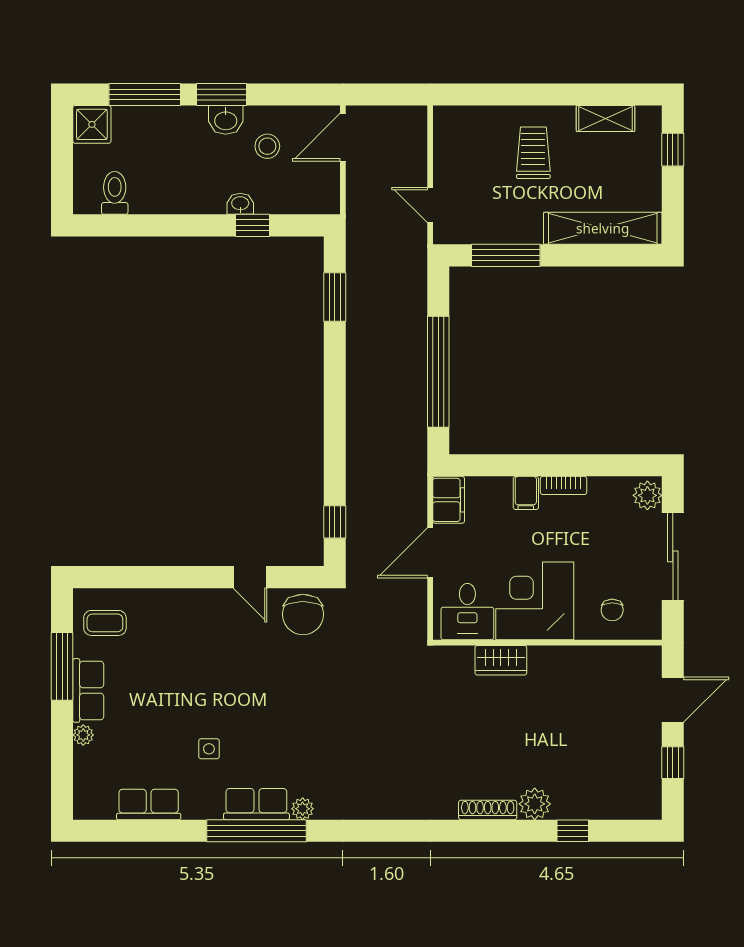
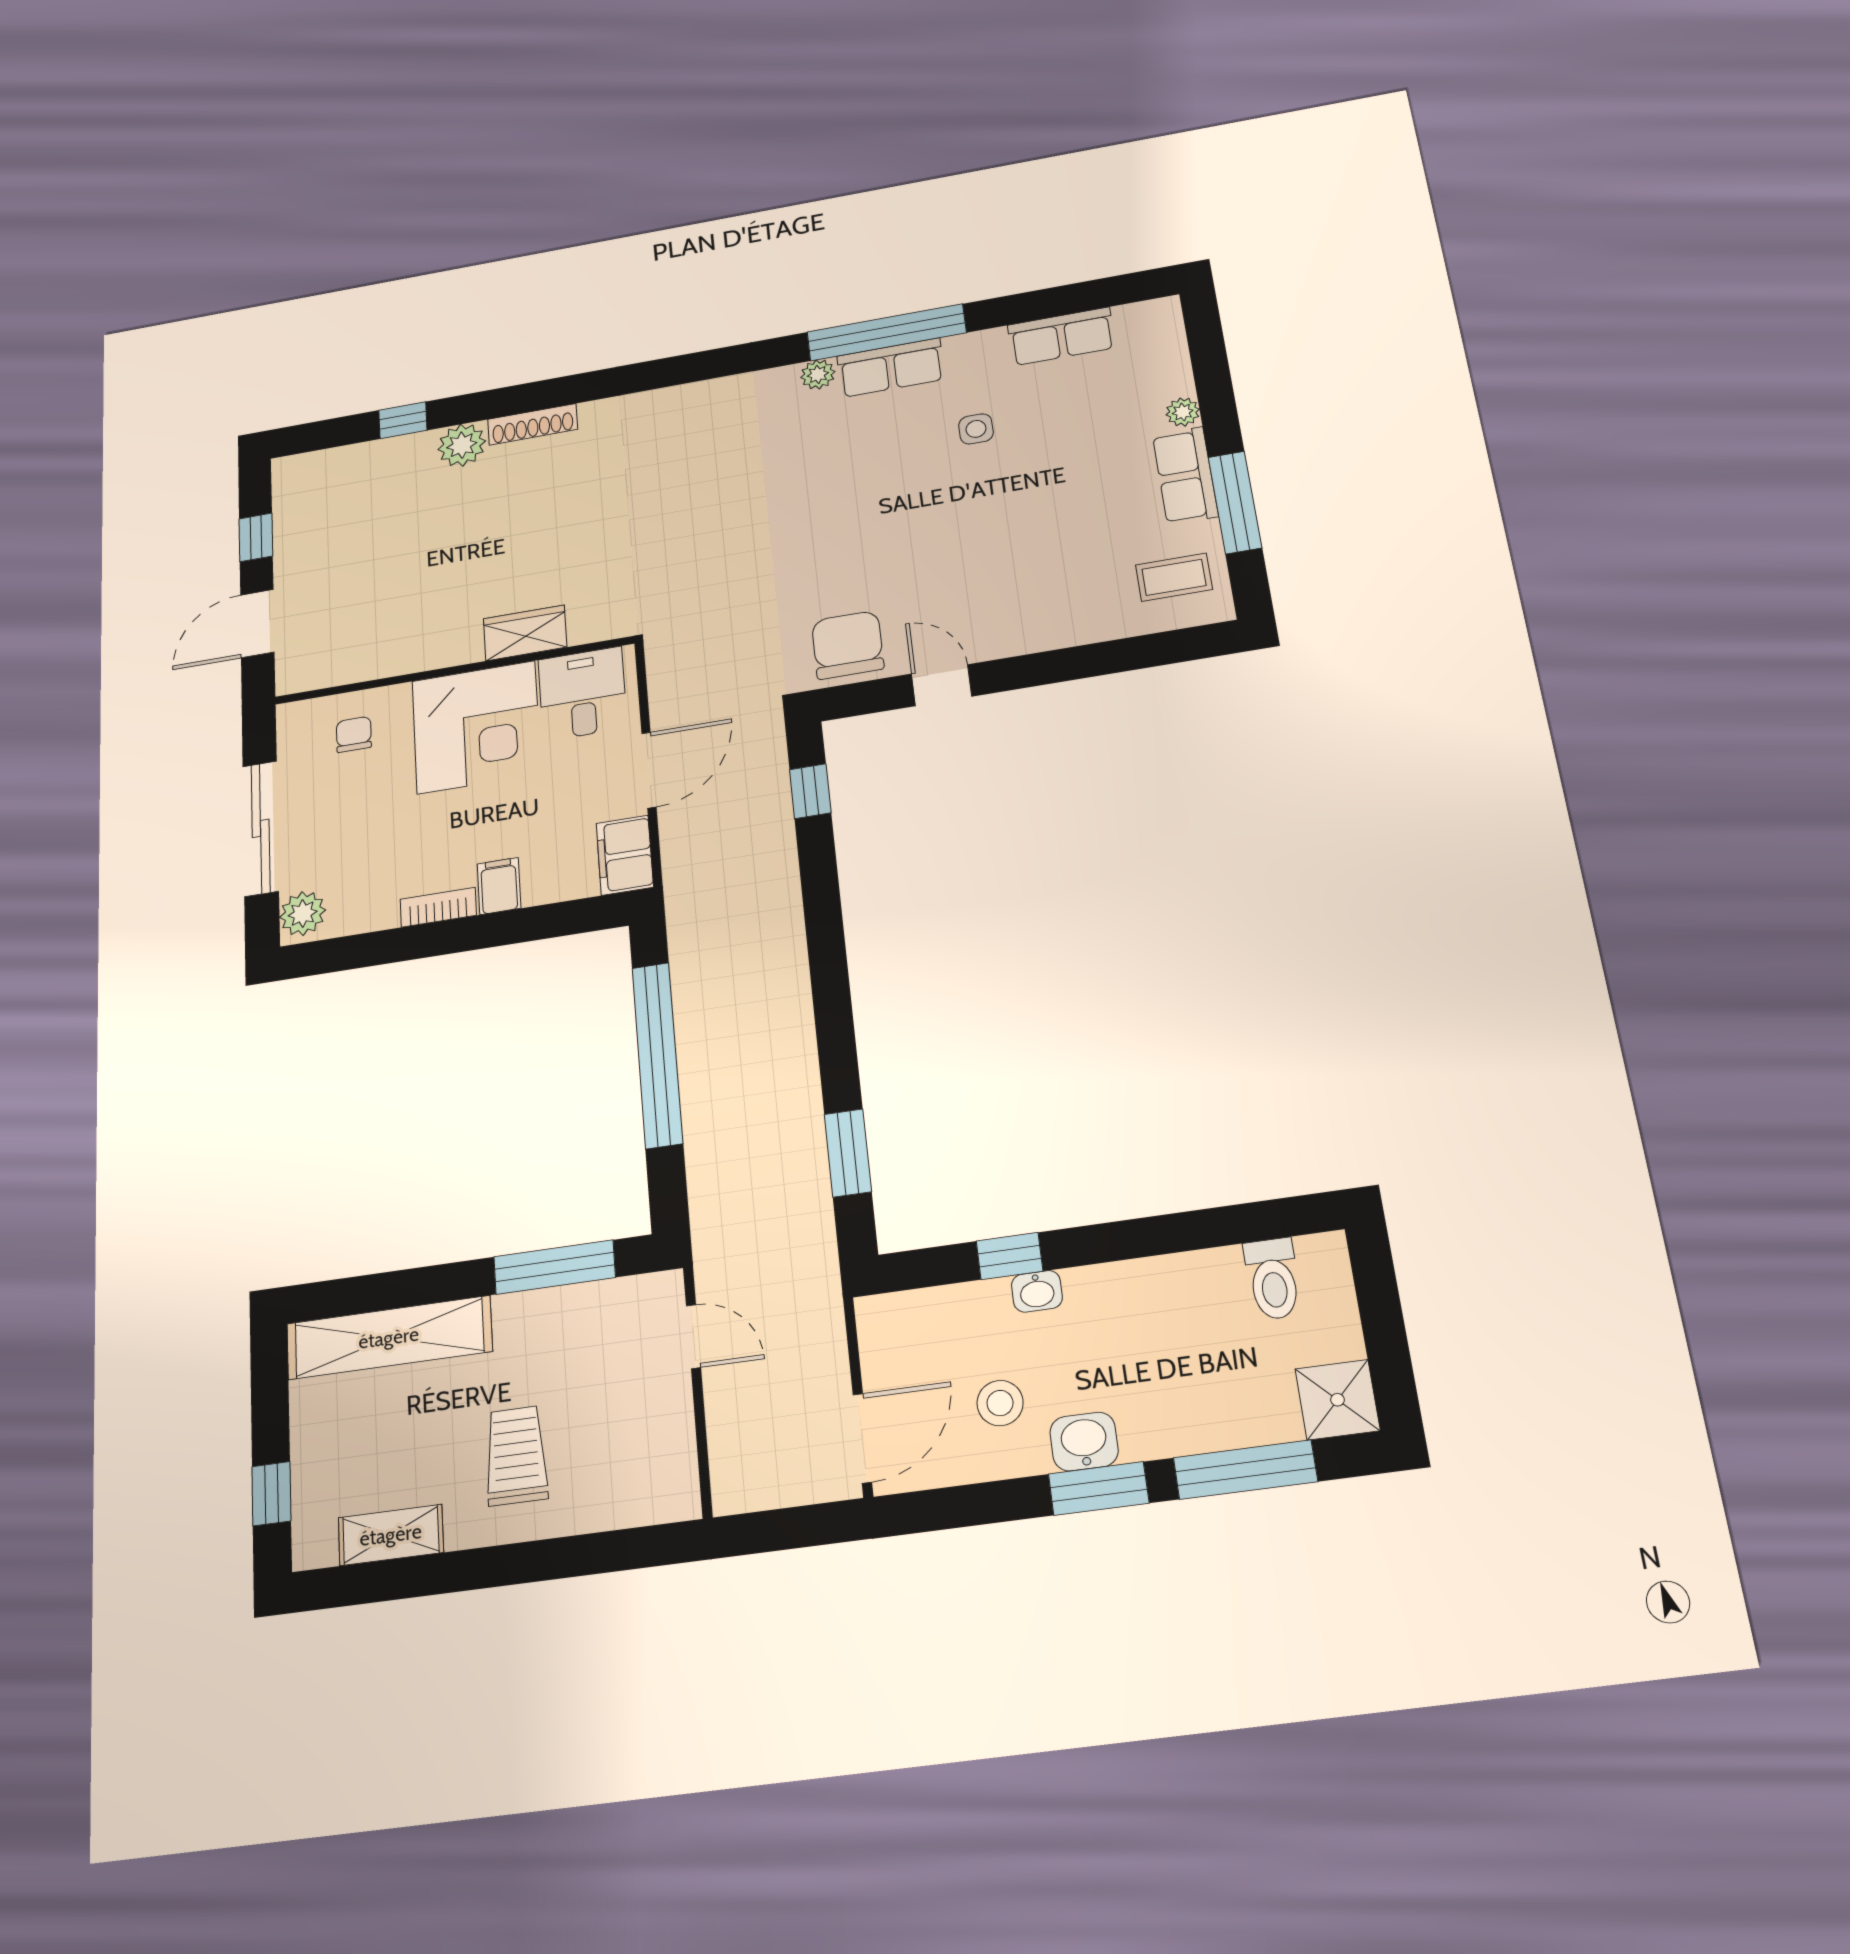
trolley: (533, 153) -> (516, 1456), turned 180

